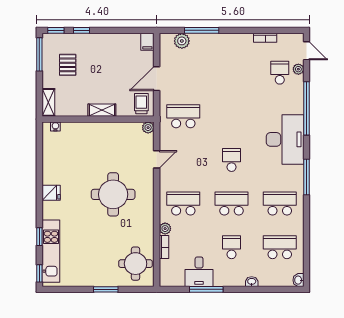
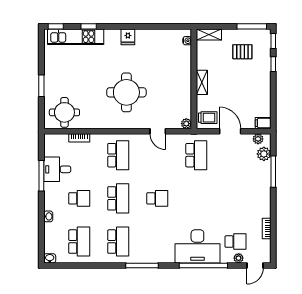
desk: (285, 139) -> (197, 246), moved
plant: (165, 229) -> (258, 139), moved

